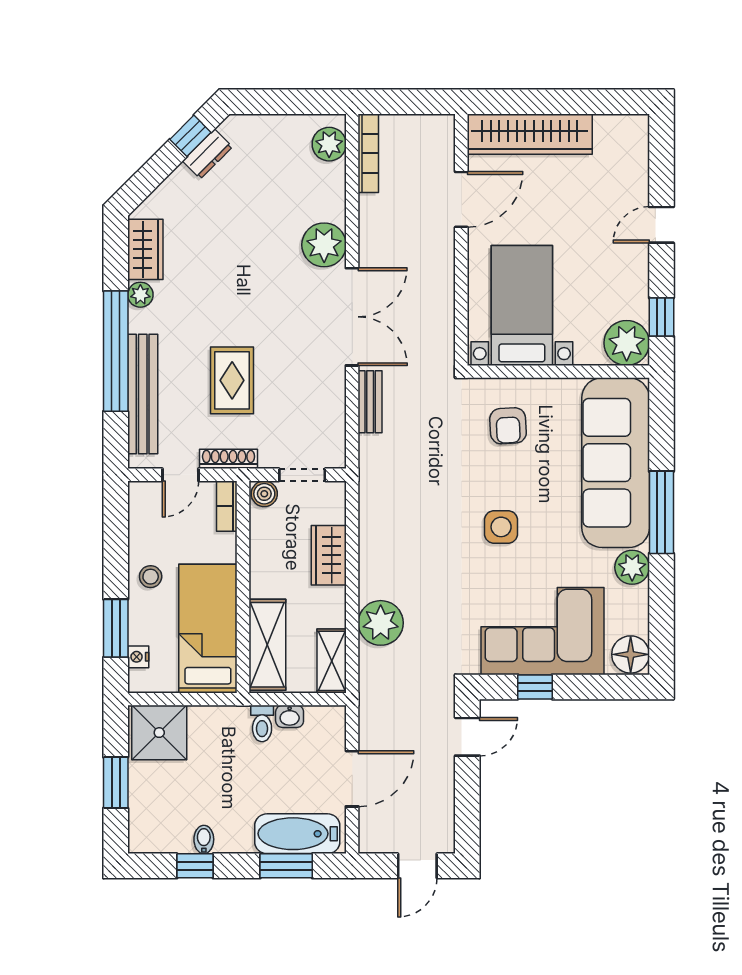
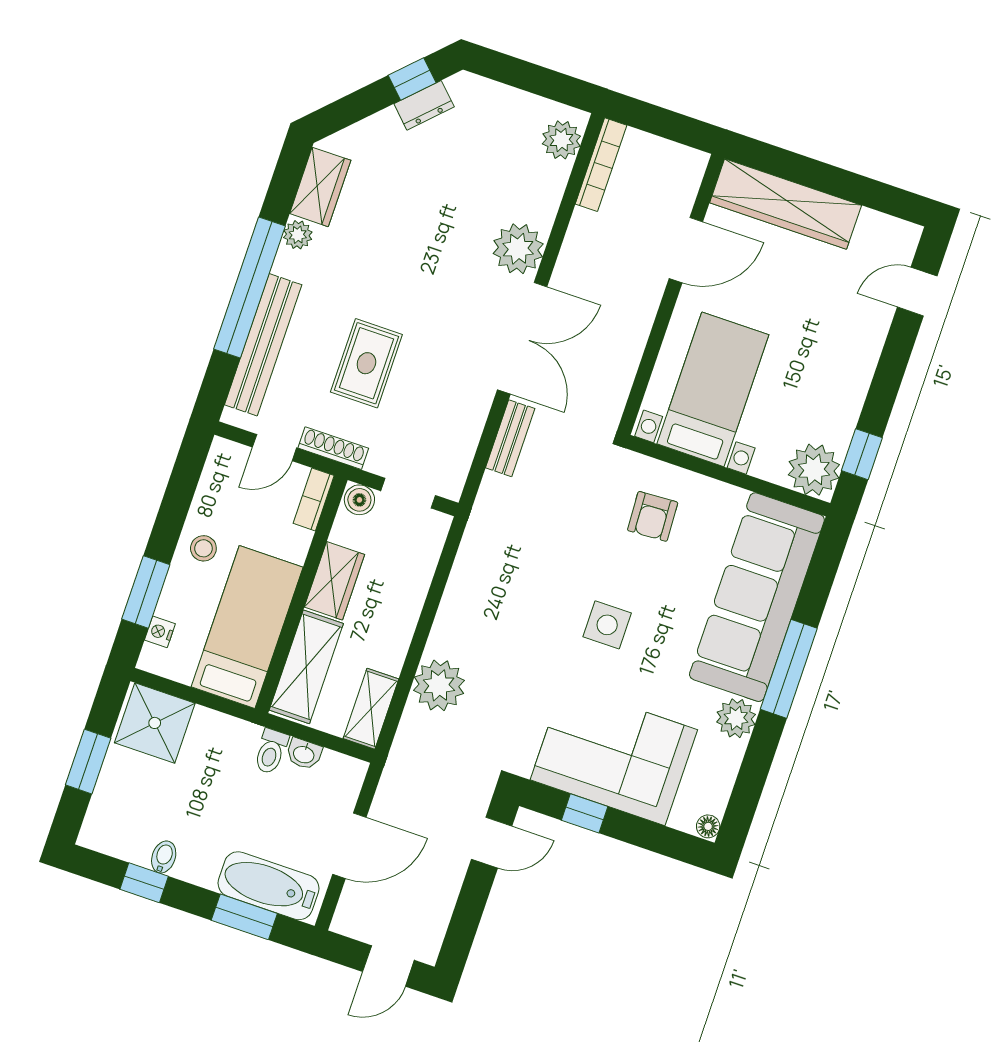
door: (661, 225) -> (917, 292), moved
wardrobe: (329, 555) -> (334, 581), moved, turned 180
floor lamp: (631, 654) -> (708, 826), width x0.53, depth x0.53

